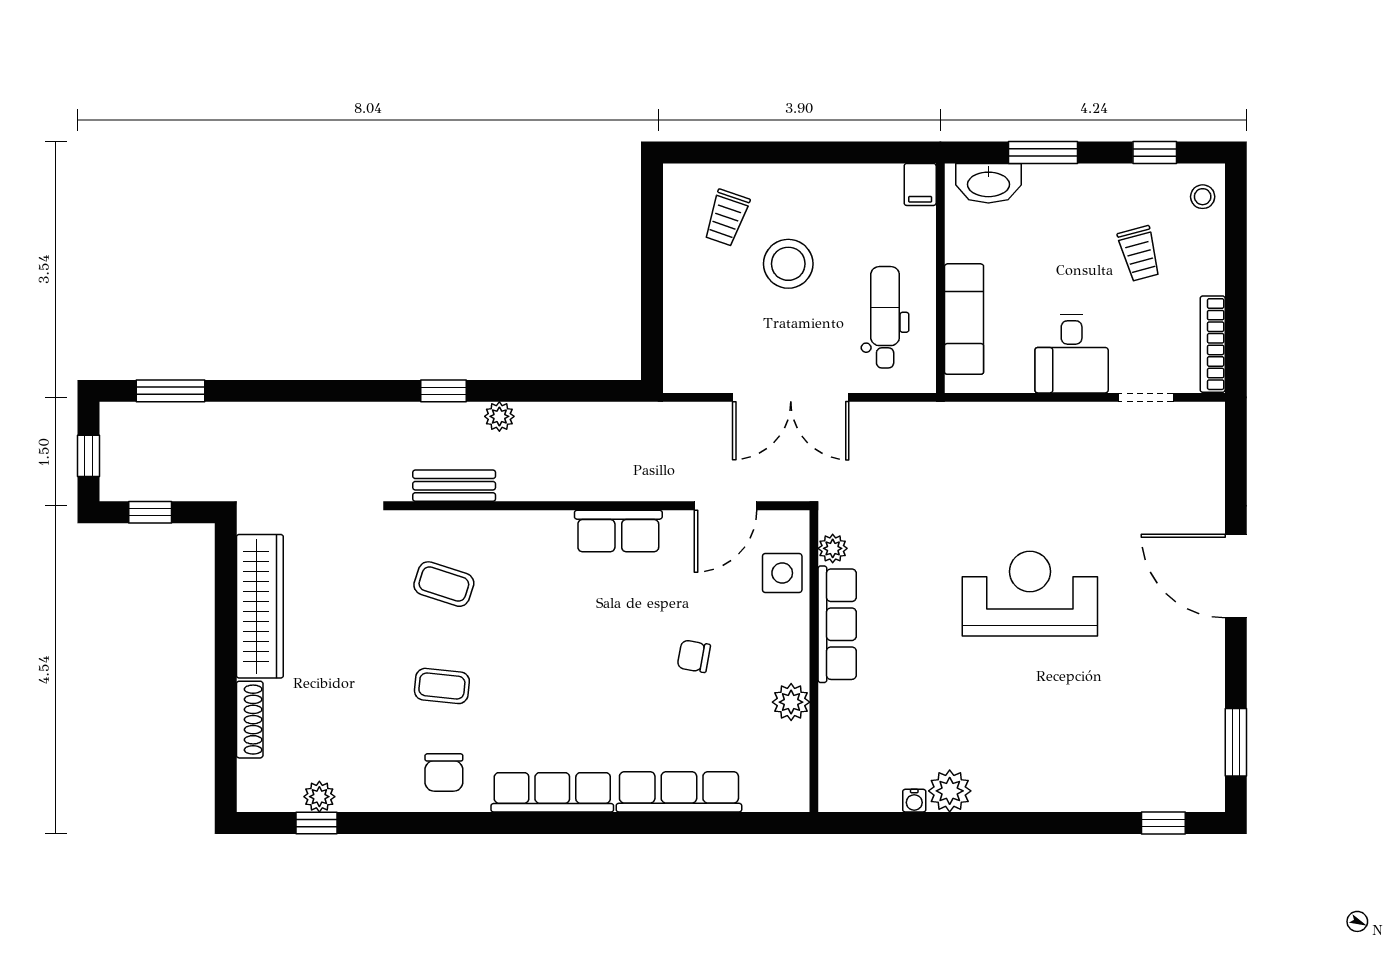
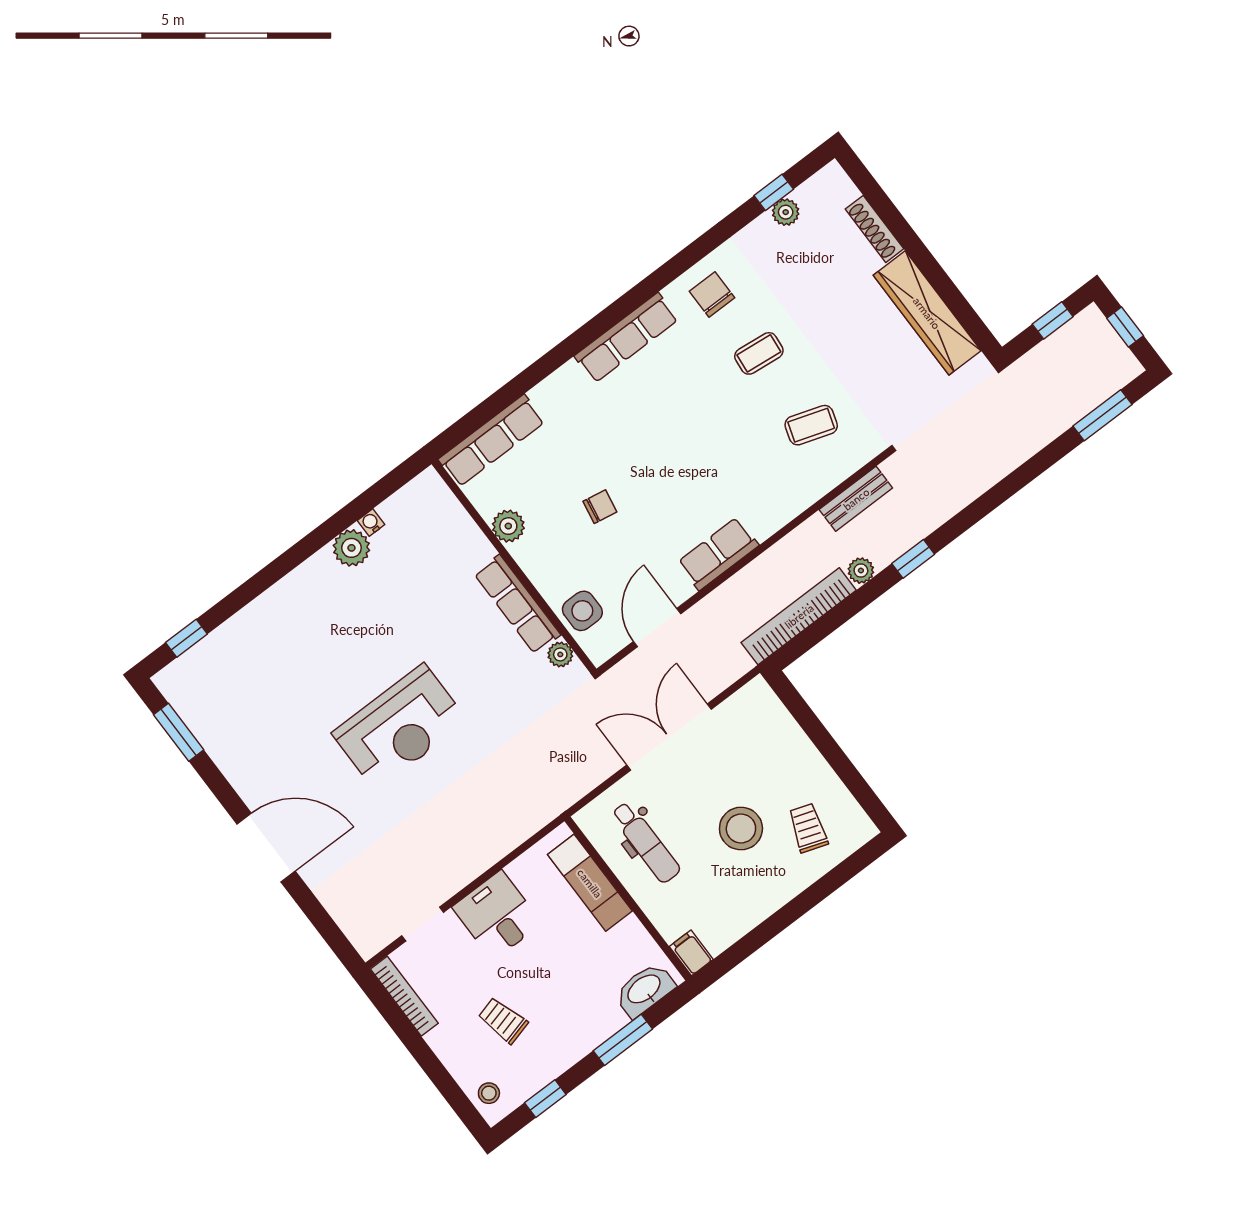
bookcase: (588, 418) -> (799, 616), added
row of seats: (679, 792) -> (492, 441), moved

